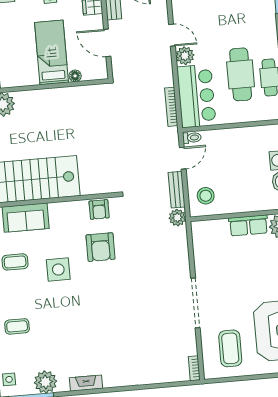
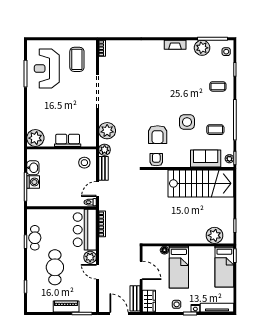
cafe table: (241, 74) -> (55, 267), moved
row of seats: (248, 225) -> (68, 140), moved
plant: (176, 246) -> (107, 131), added
armchair: (100, 247) -> (158, 135), turned 180

